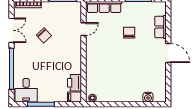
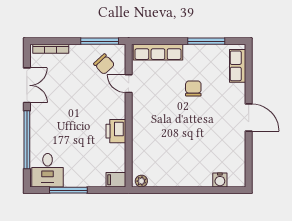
row of seats: (160, 27) -> (238, 66), moved
door: (83, 29) -> (129, 84), swing flipped
chair: (44, 35) -> (104, 64), moved
printer: (74, 83) -> (116, 131), moved

